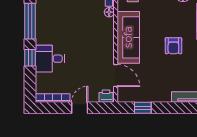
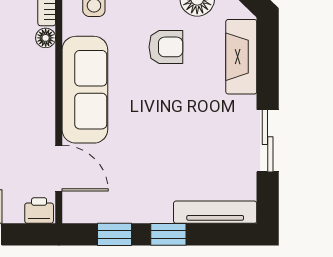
armchair: (173, 46) -> (166, 47), moved, turned -90
window: (169, 108) -> (168, 234), added

